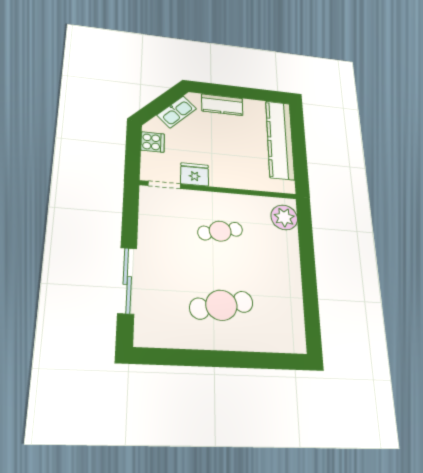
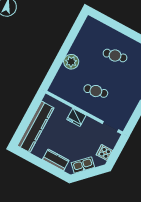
fridge: (195, 174) -> (76, 117), moved
plant: (284, 217) -> (71, 62), moved
cafe table: (221, 305) -> (115, 56), width x0.73, depth x0.74

